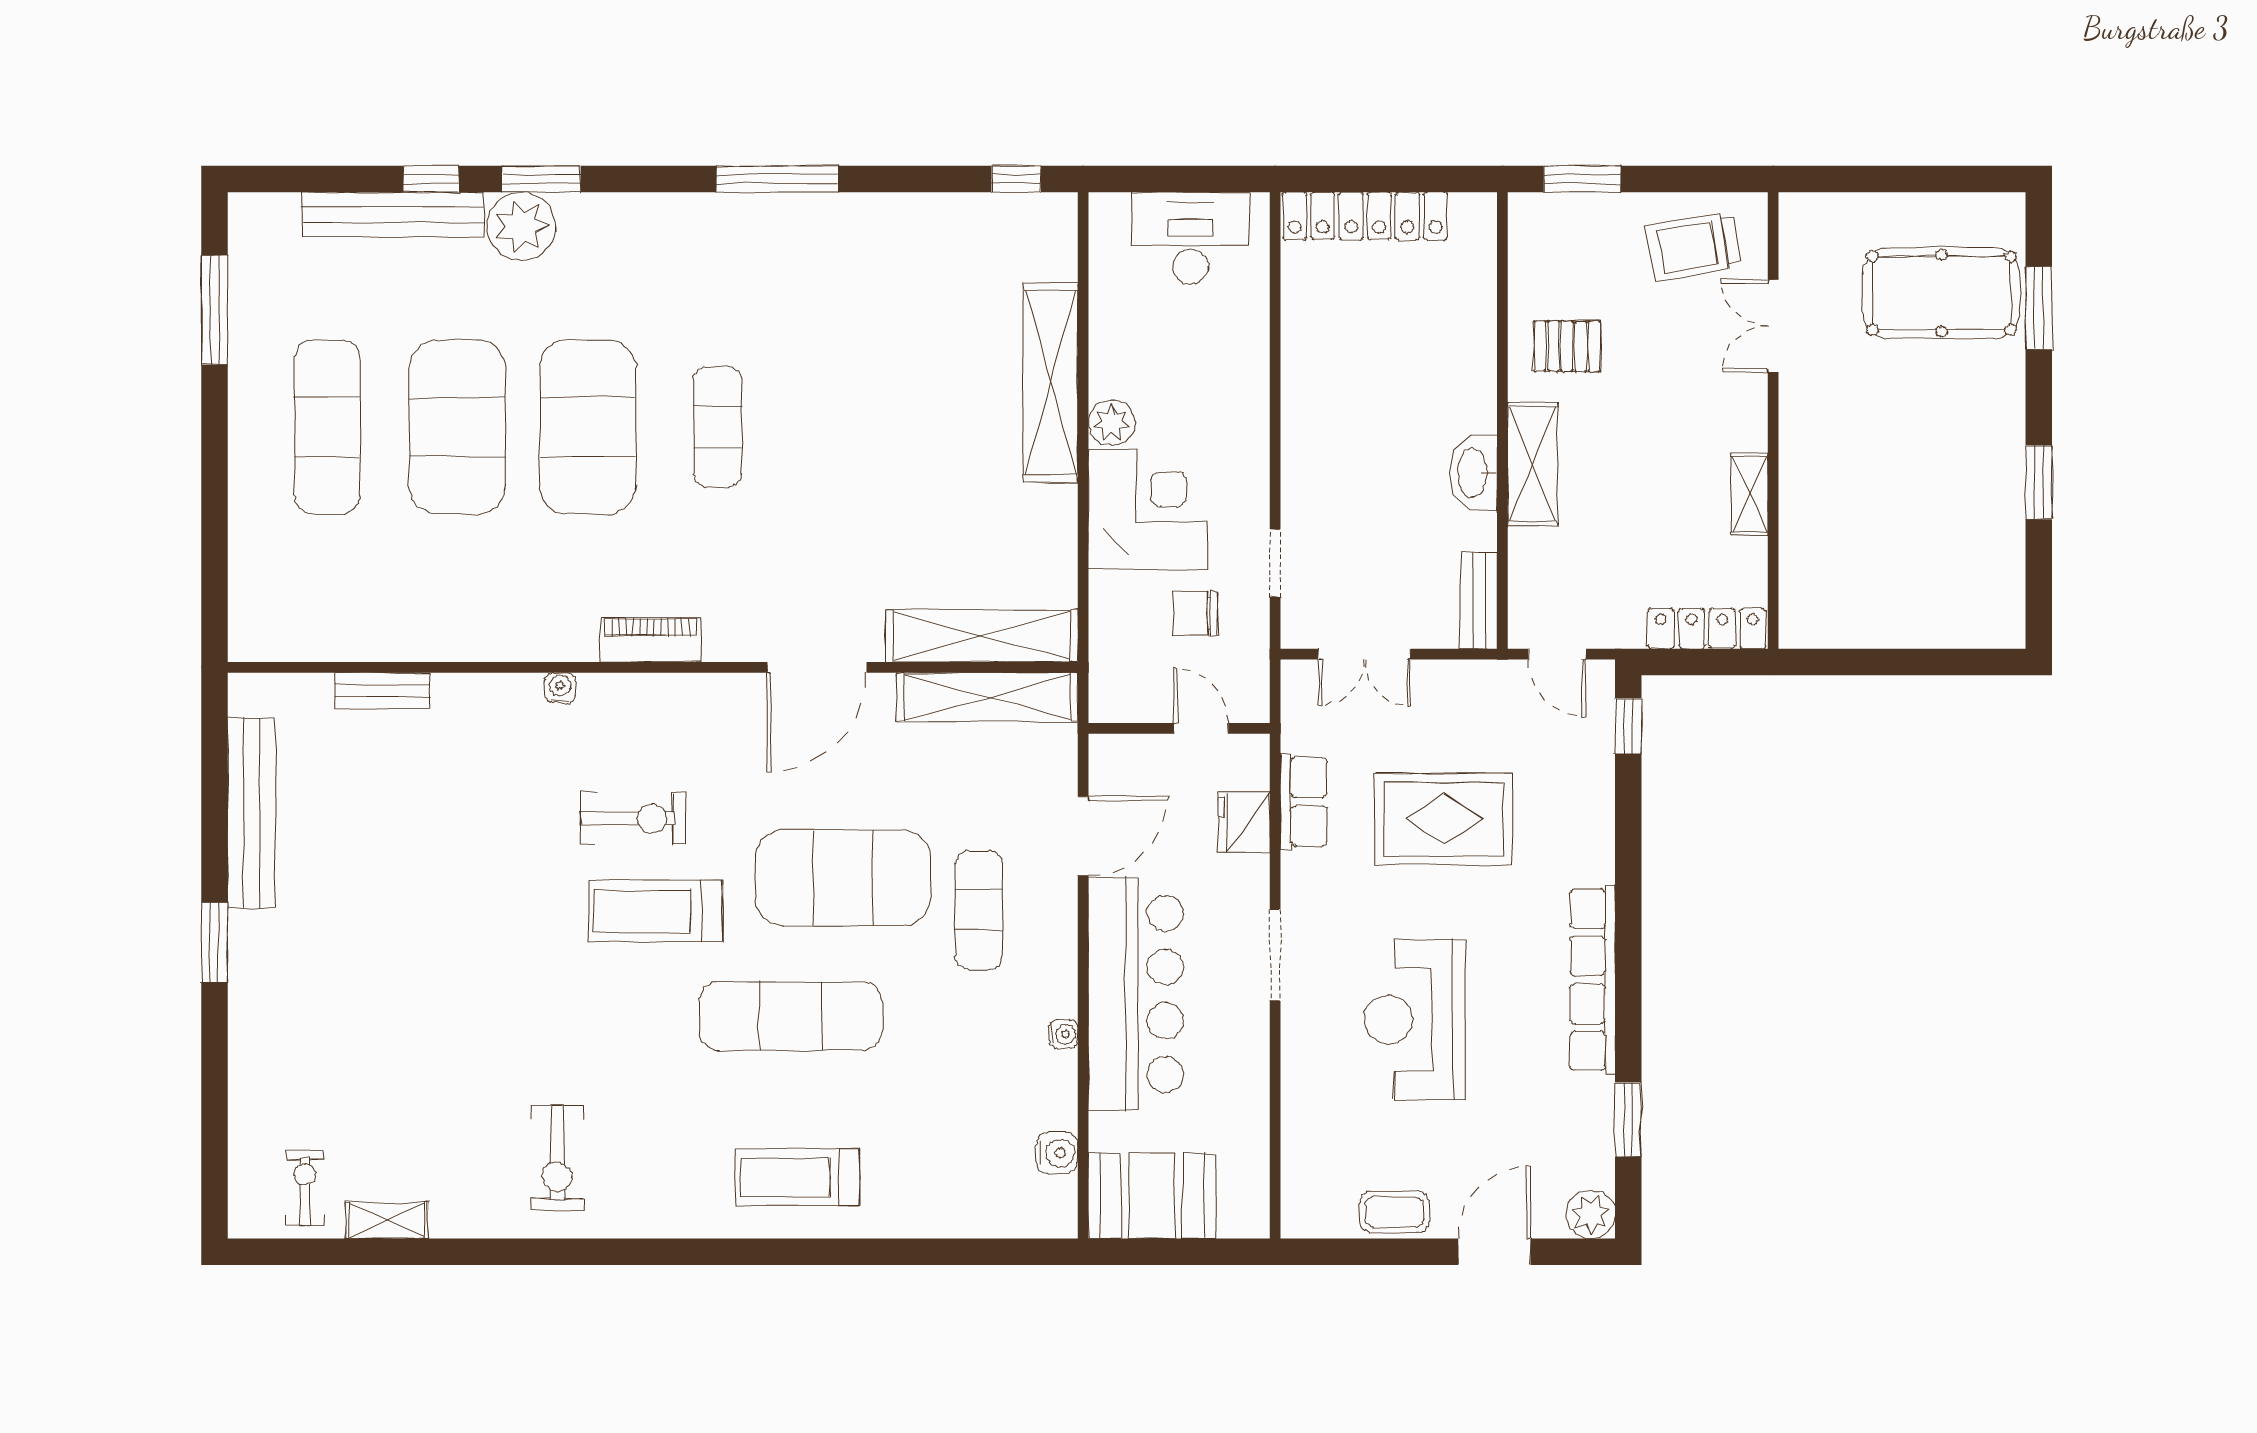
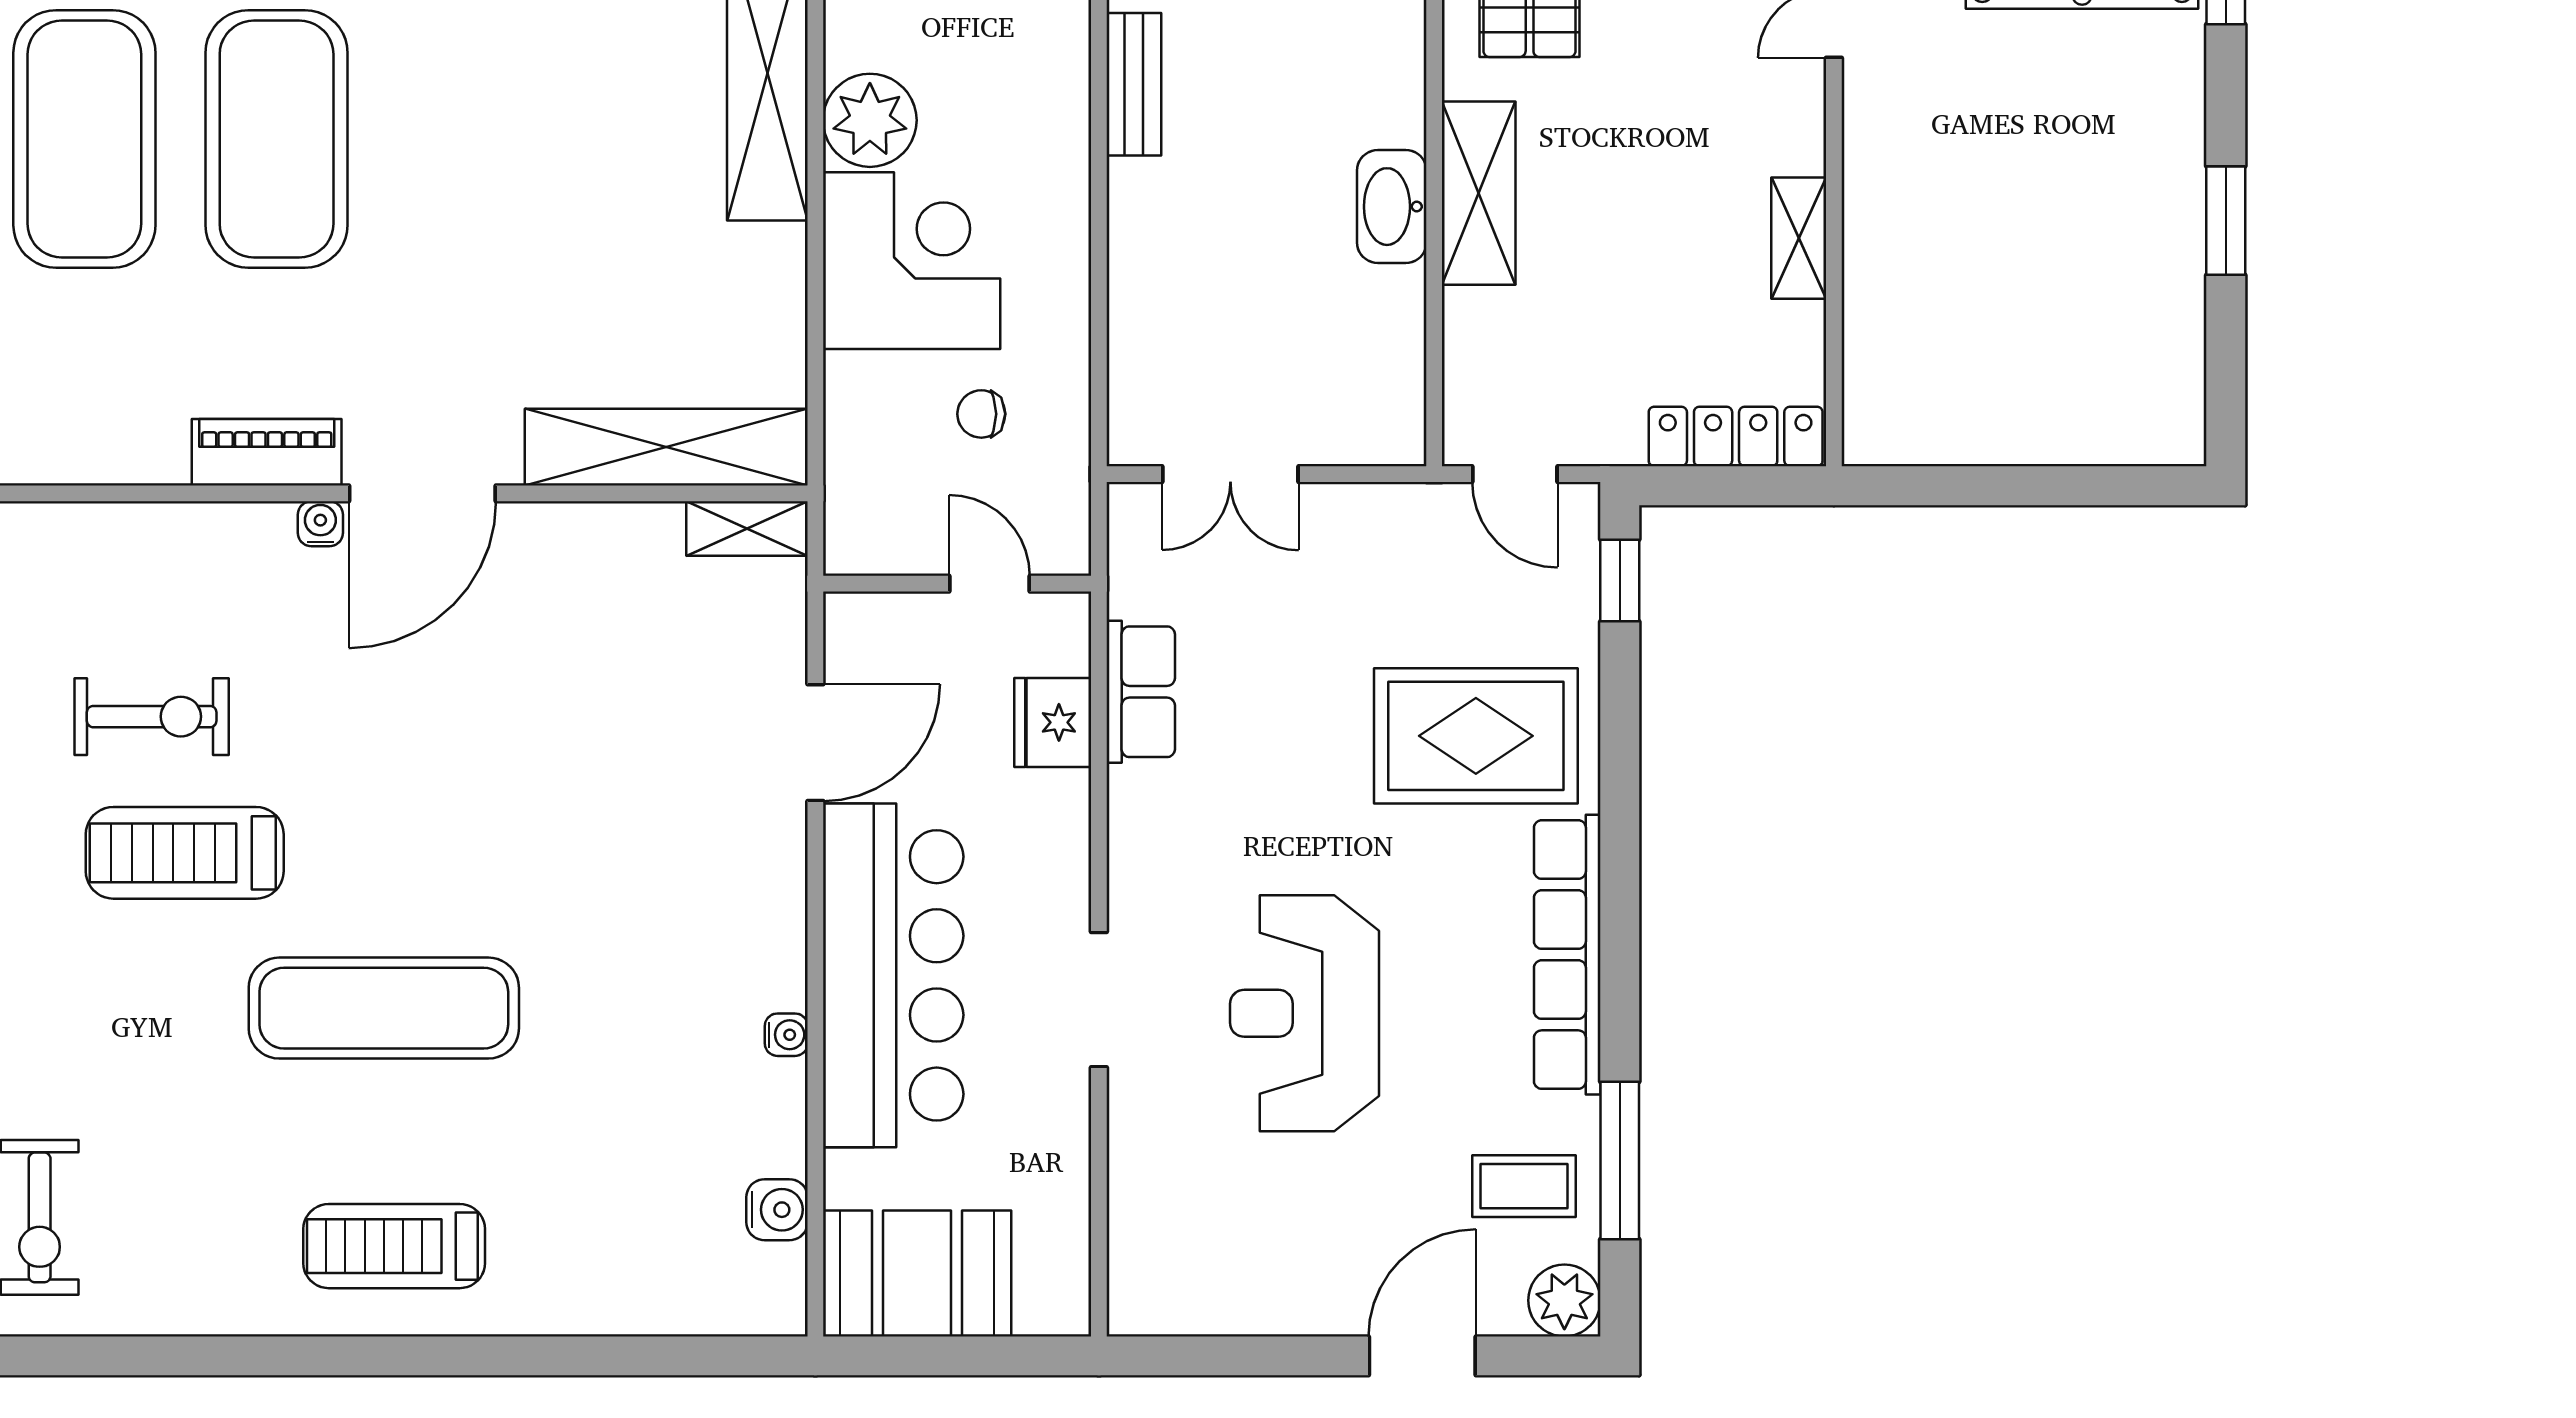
plant: (1111, 423) -> (870, 120), width x1.36, depth x1.36
exercise mat: (718, 427) -> (277, 139), width x2.00, depth x1.45
doorway: (1275, 563) -> (1099, 340), removed
bench: (1479, 601) -> (1134, 84), moved
chair: (1195, 613) -> (981, 414), width x0.73, depth x0.73
piano: (651, 639) -> (267, 452), moved
water cooler: (560, 688) -> (320, 524), moved
shelving: (987, 697) -> (747, 528), width x0.45, depth x0.75
rug: (1444, 819) -> (1476, 736), moved
exercise mat: (843, 878) -> (461, 804), removed
exercise mat: (979, 910) -> (662, 851), removed
doorway: (1275, 955) -> (1099, 1000), moved
window: (1628, 1119) -> (1620, 1161), width x1.44
coffee table: (1394, 1212) -> (1524, 1186), moved

